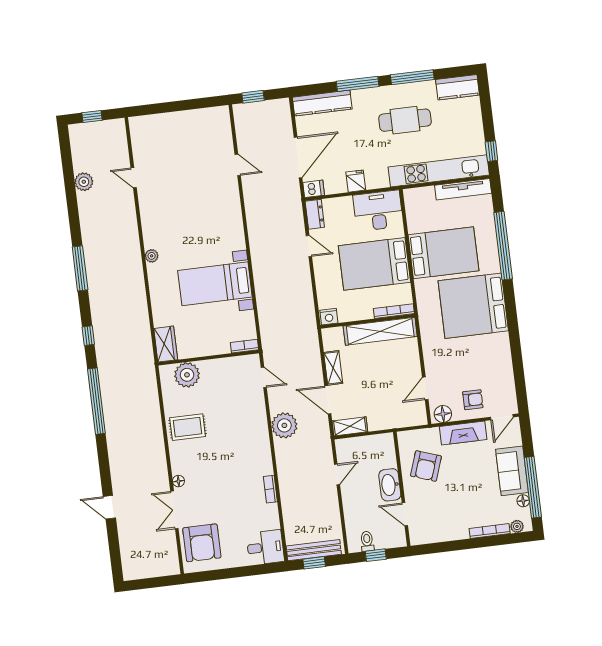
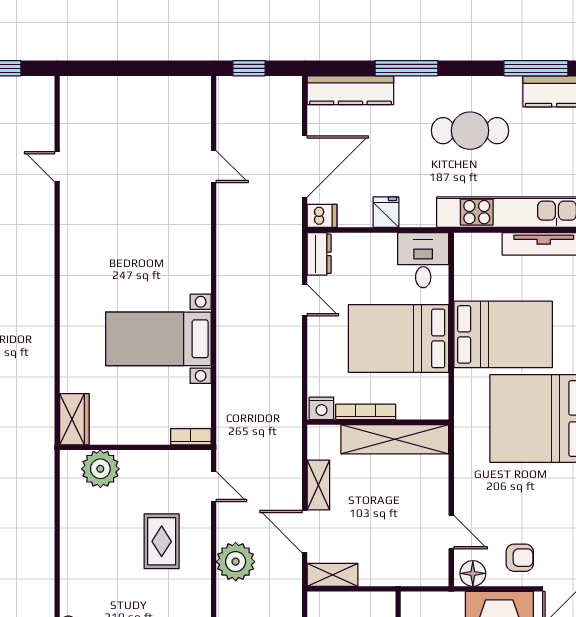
window: (412, 77) -> (536, 68), moved
desk: (378, 211) -> (423, 260), width x0.73
plant: (152, 256) -> (69, 286), removed
bookcase: (394, 311) -> (366, 412), moved
door: (425, 388) -> (451, 532), swing flipped
rug: (188, 427) -> (162, 541), moved, turned 90

